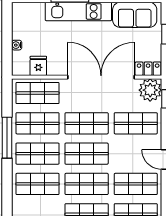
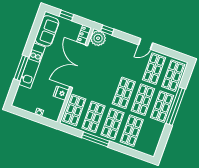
fridge: (38, 66) -> (61, 93), moved
shop shelf: (87, 123) -> (105, 86), removed
shop shelf: (136, 123) -> (116, 55), removed

